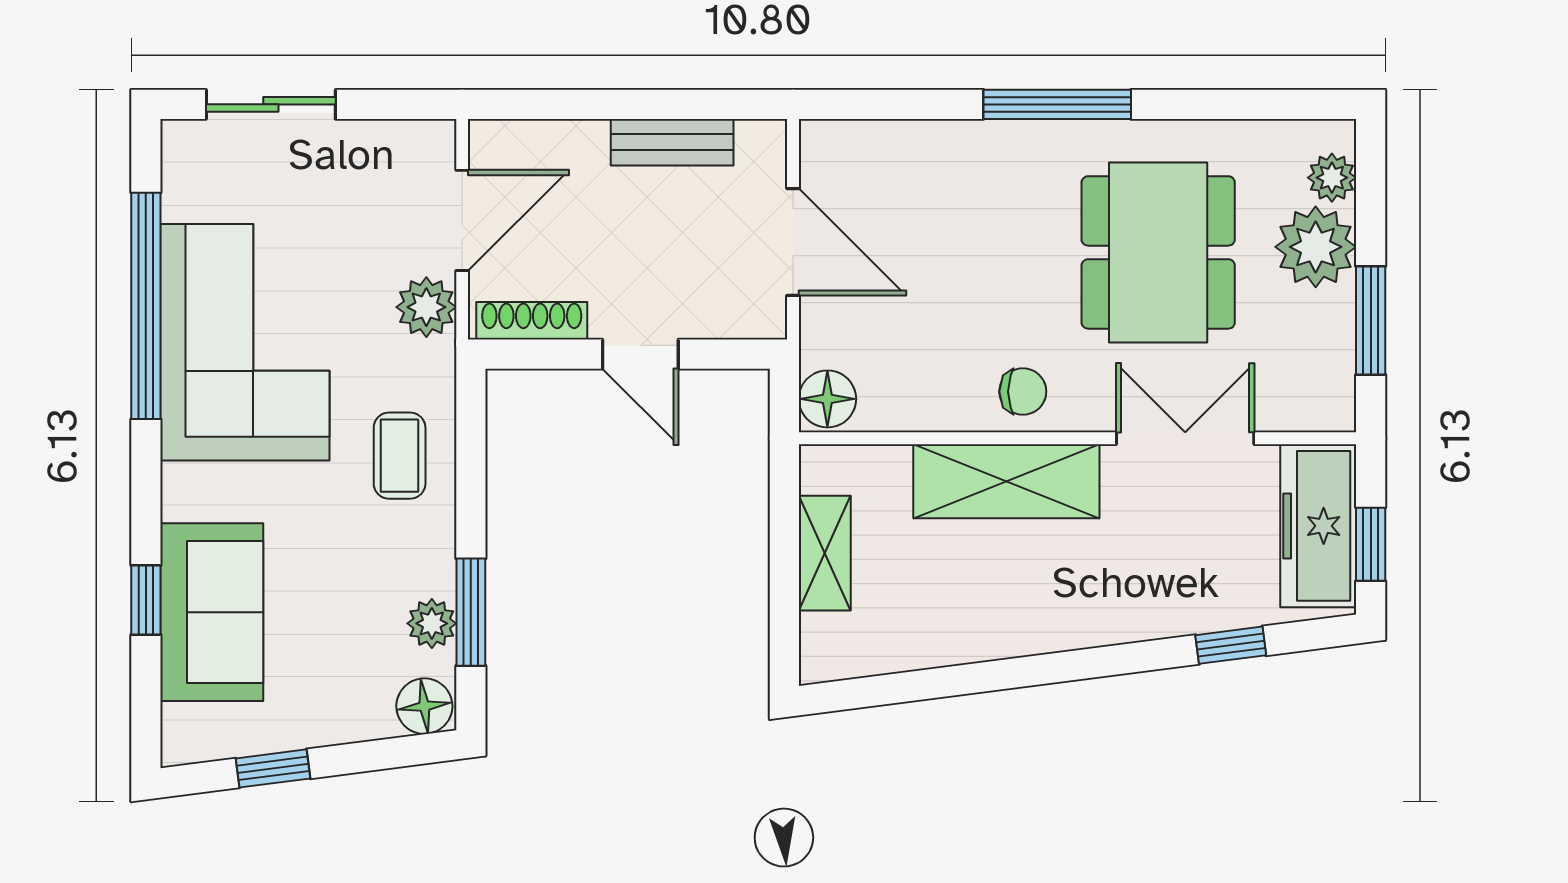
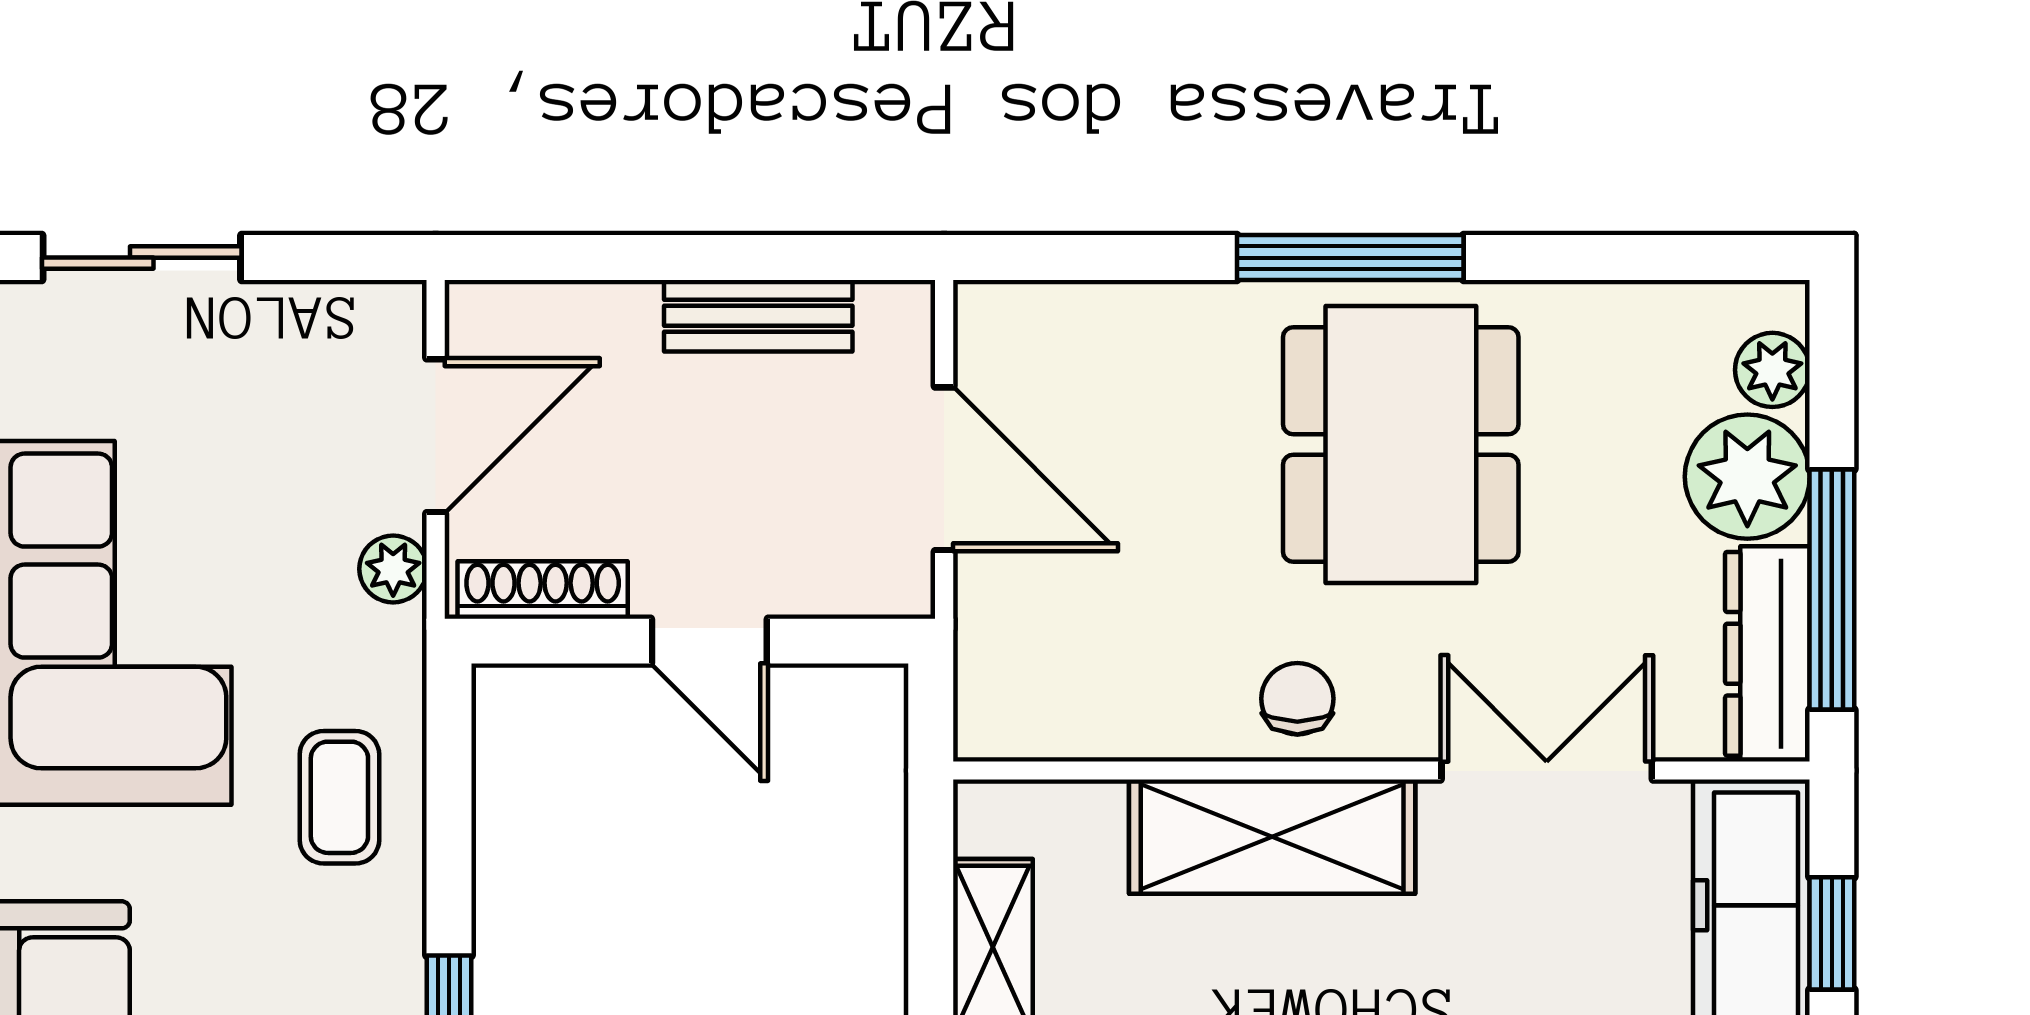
dining table: (1158, 252) -> (1401, 445), moved
plant: (426, 307) -> (393, 569), width x0.73, depth x0.73
window: (1371, 320) -> (1832, 590), width x1.44
dresser: (1329, 362) -> (1767, 654), added
chair: (1023, 392) -> (1297, 699), turned -90
floor lamp: (827, 399) -> (997, 710), removed

